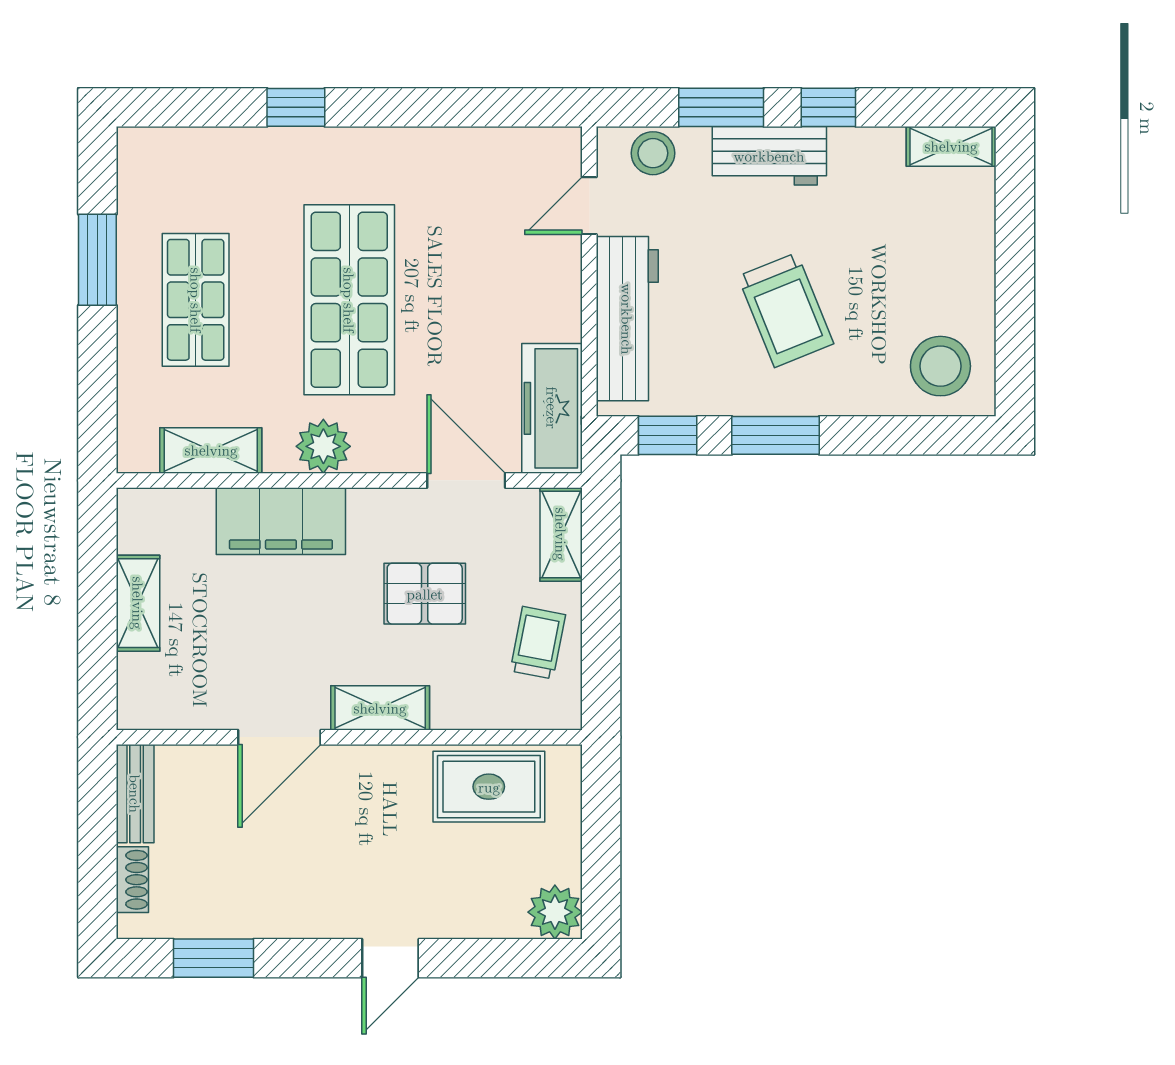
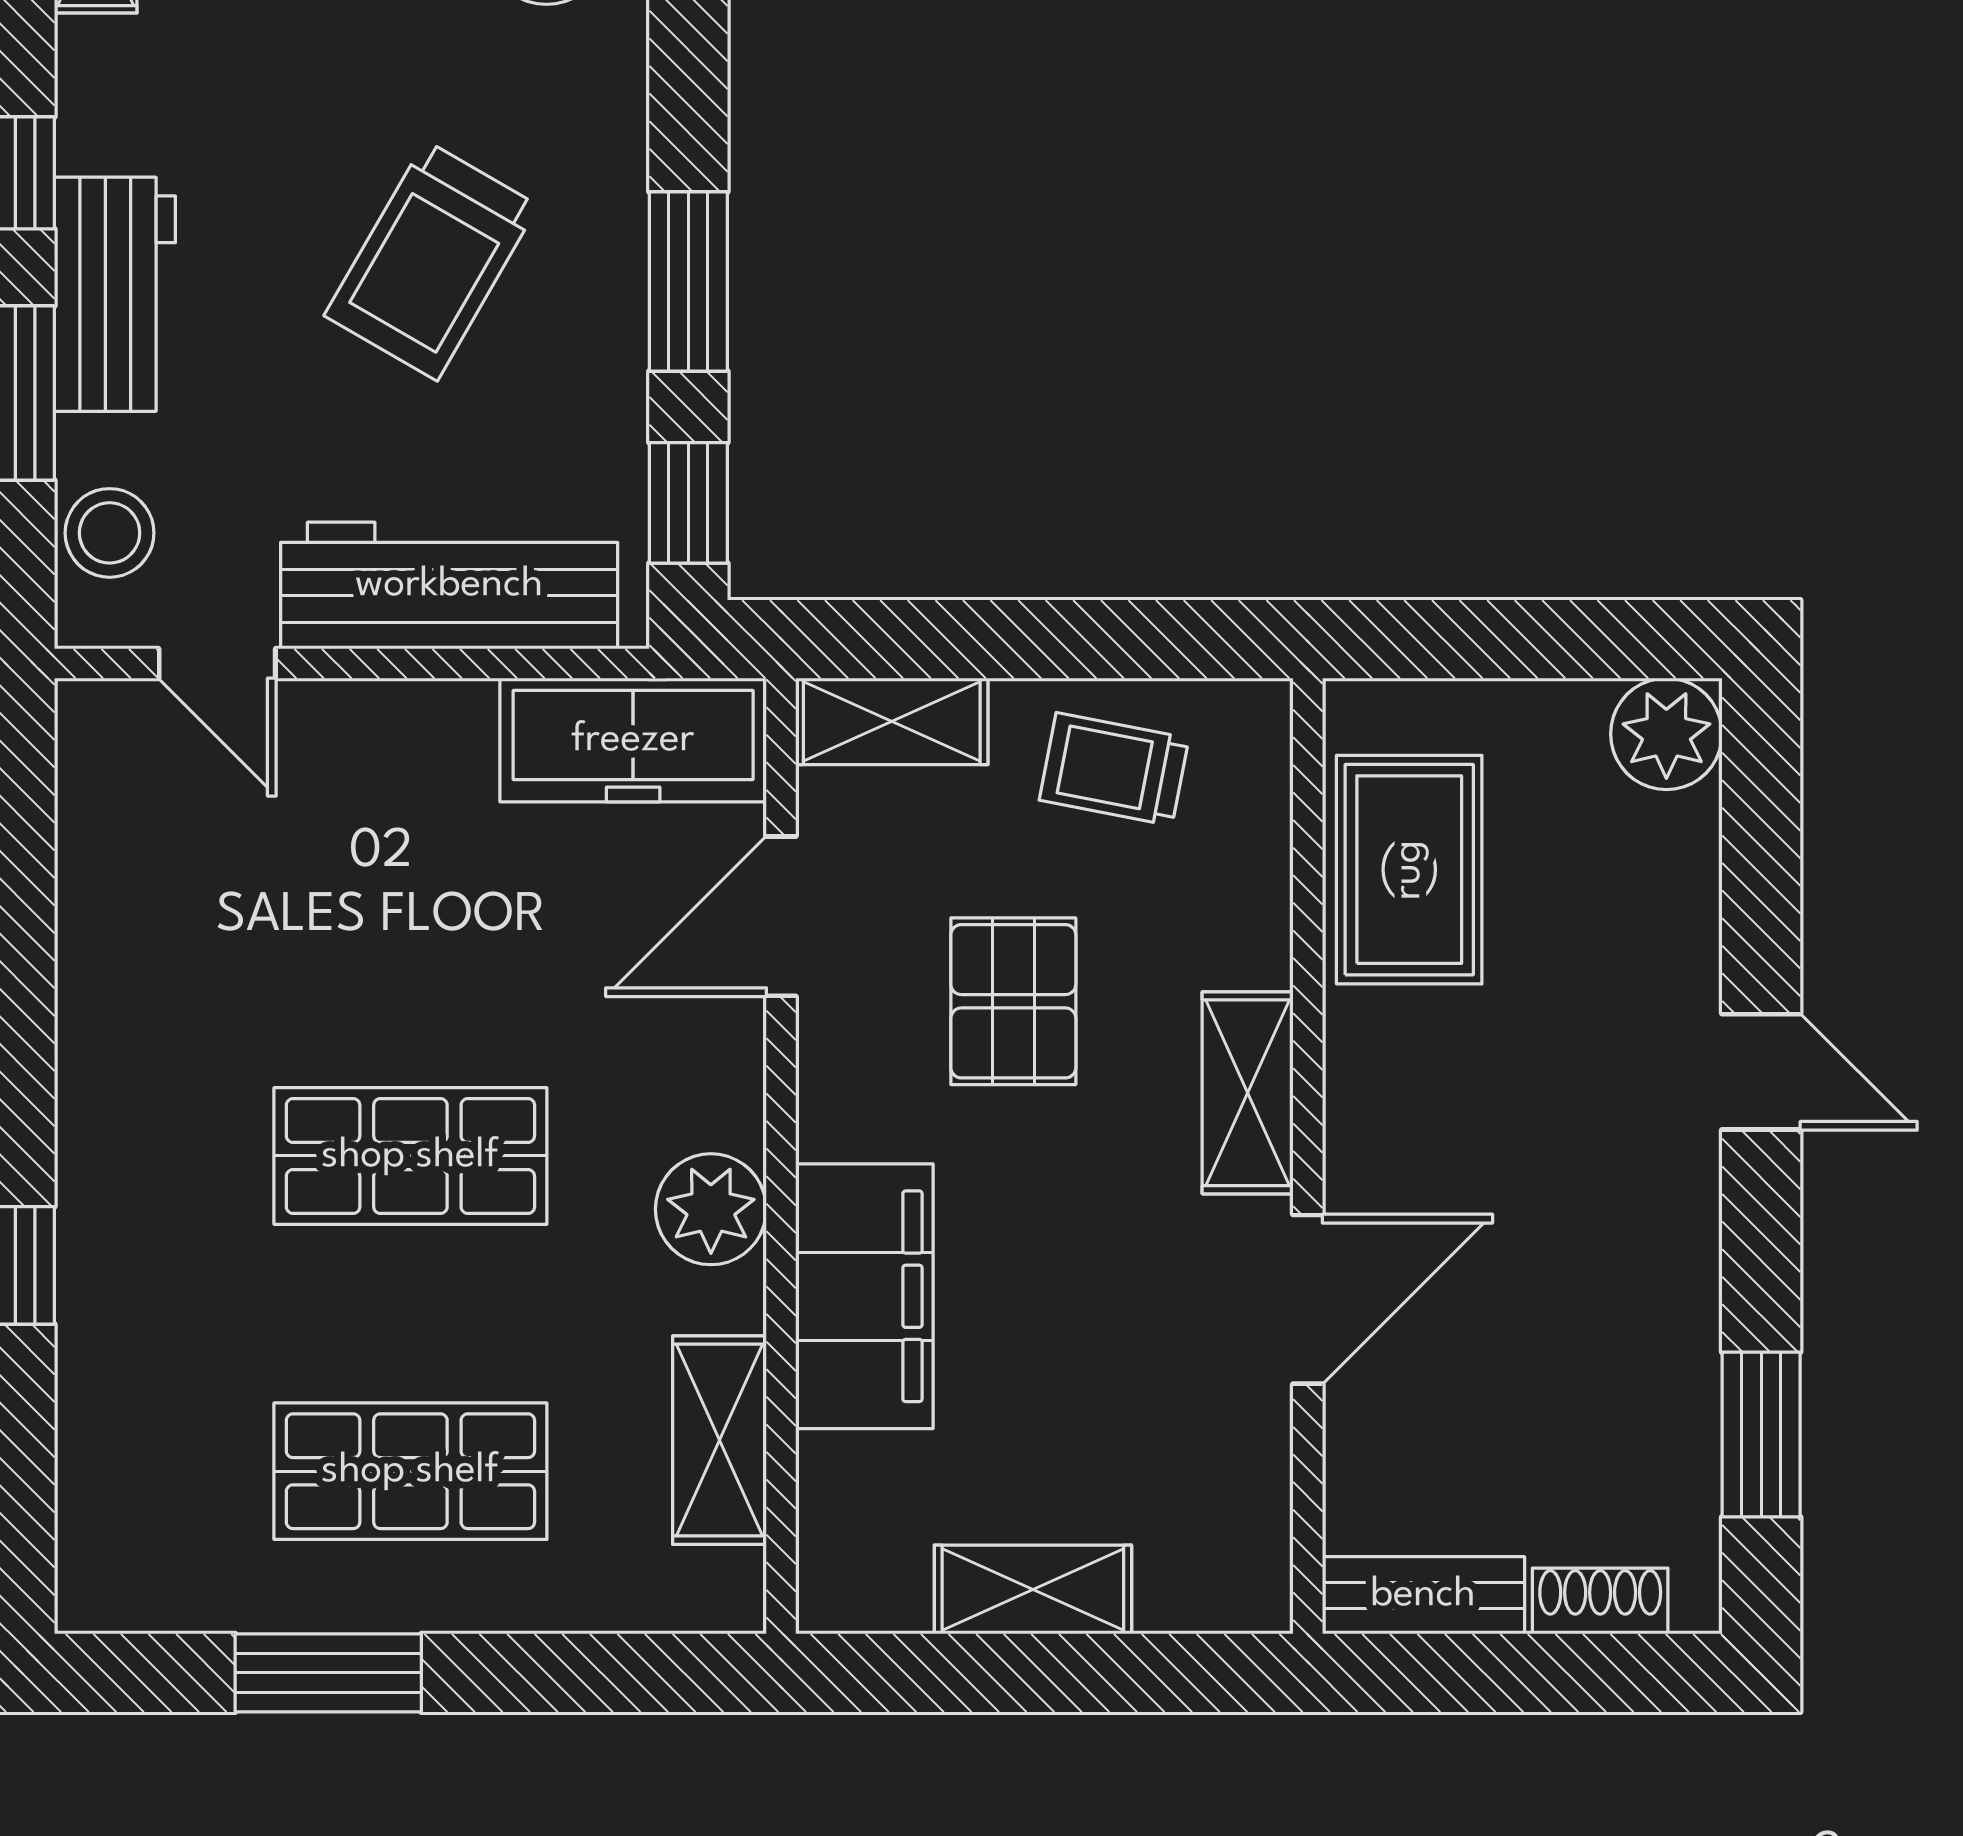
shop shelf: (349, 300) -> (410, 1156), width x0.70, depth x0.74
trolley: (786, 310) -> (431, 261), turned 142
door: (279, 737) -> (1308, 1299), hinge flipped

